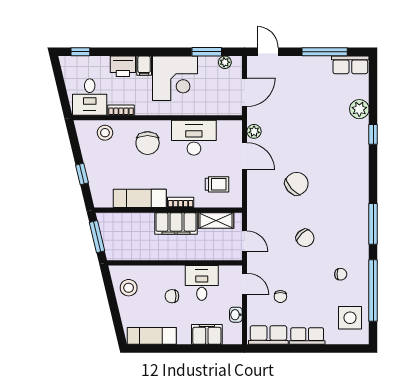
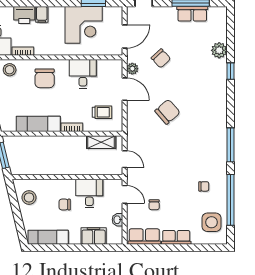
plant: (225, 62) -> (108, 12), removed
row of seats: (350, 65) -> (192, 14), moved
corner desk: (175, 78) -> (84, 25), moved
desk: (194, 138) -> (83, 74), width x0.73
filing cabinet: (176, 223) -> (68, 145), removed
chair: (305, 238) -> (161, 58), moved

